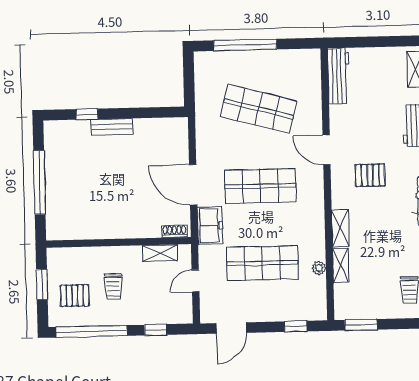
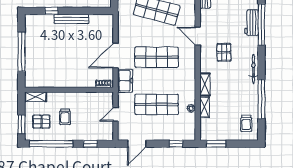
bench: (112, 127) -> (71, 19), width x1.36
pallet: (370, 175) -> (224, 52), turned 90
door: (193, 185) -> (115, 56), hinge flipped
shelving: (160, 253) -> (36, 97), moved
window: (42, 284) -> (21, 124), moved

